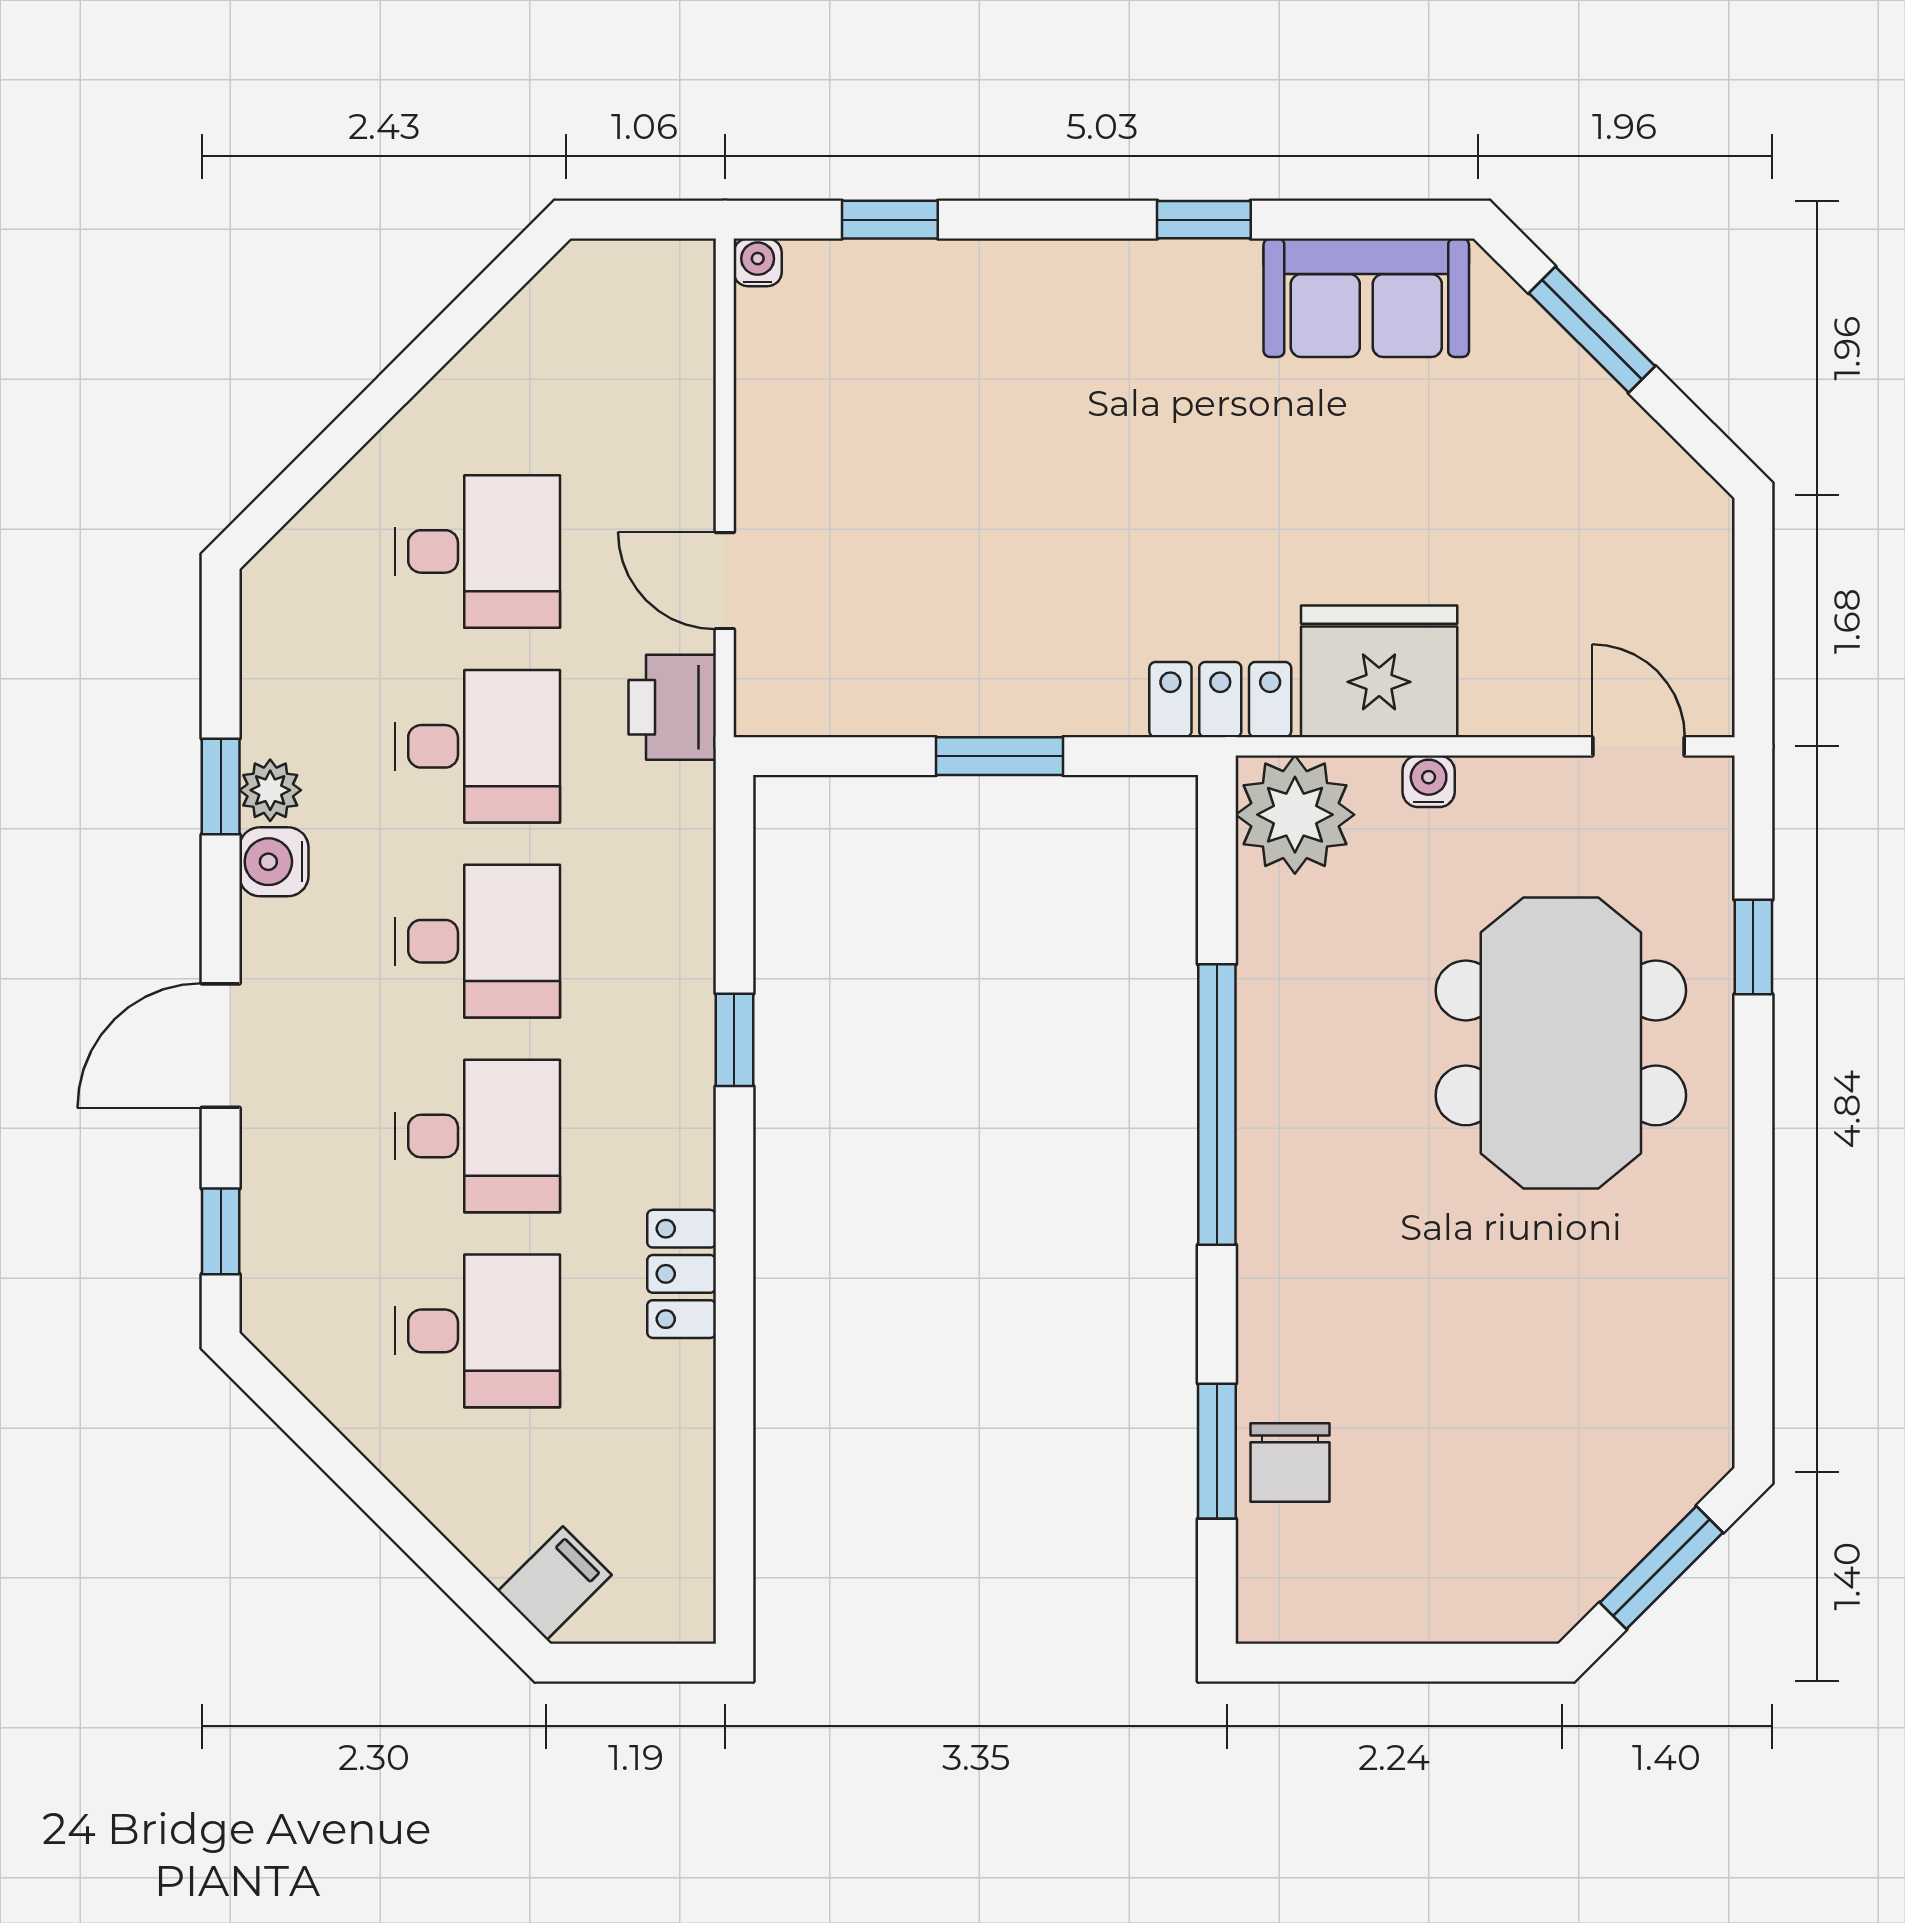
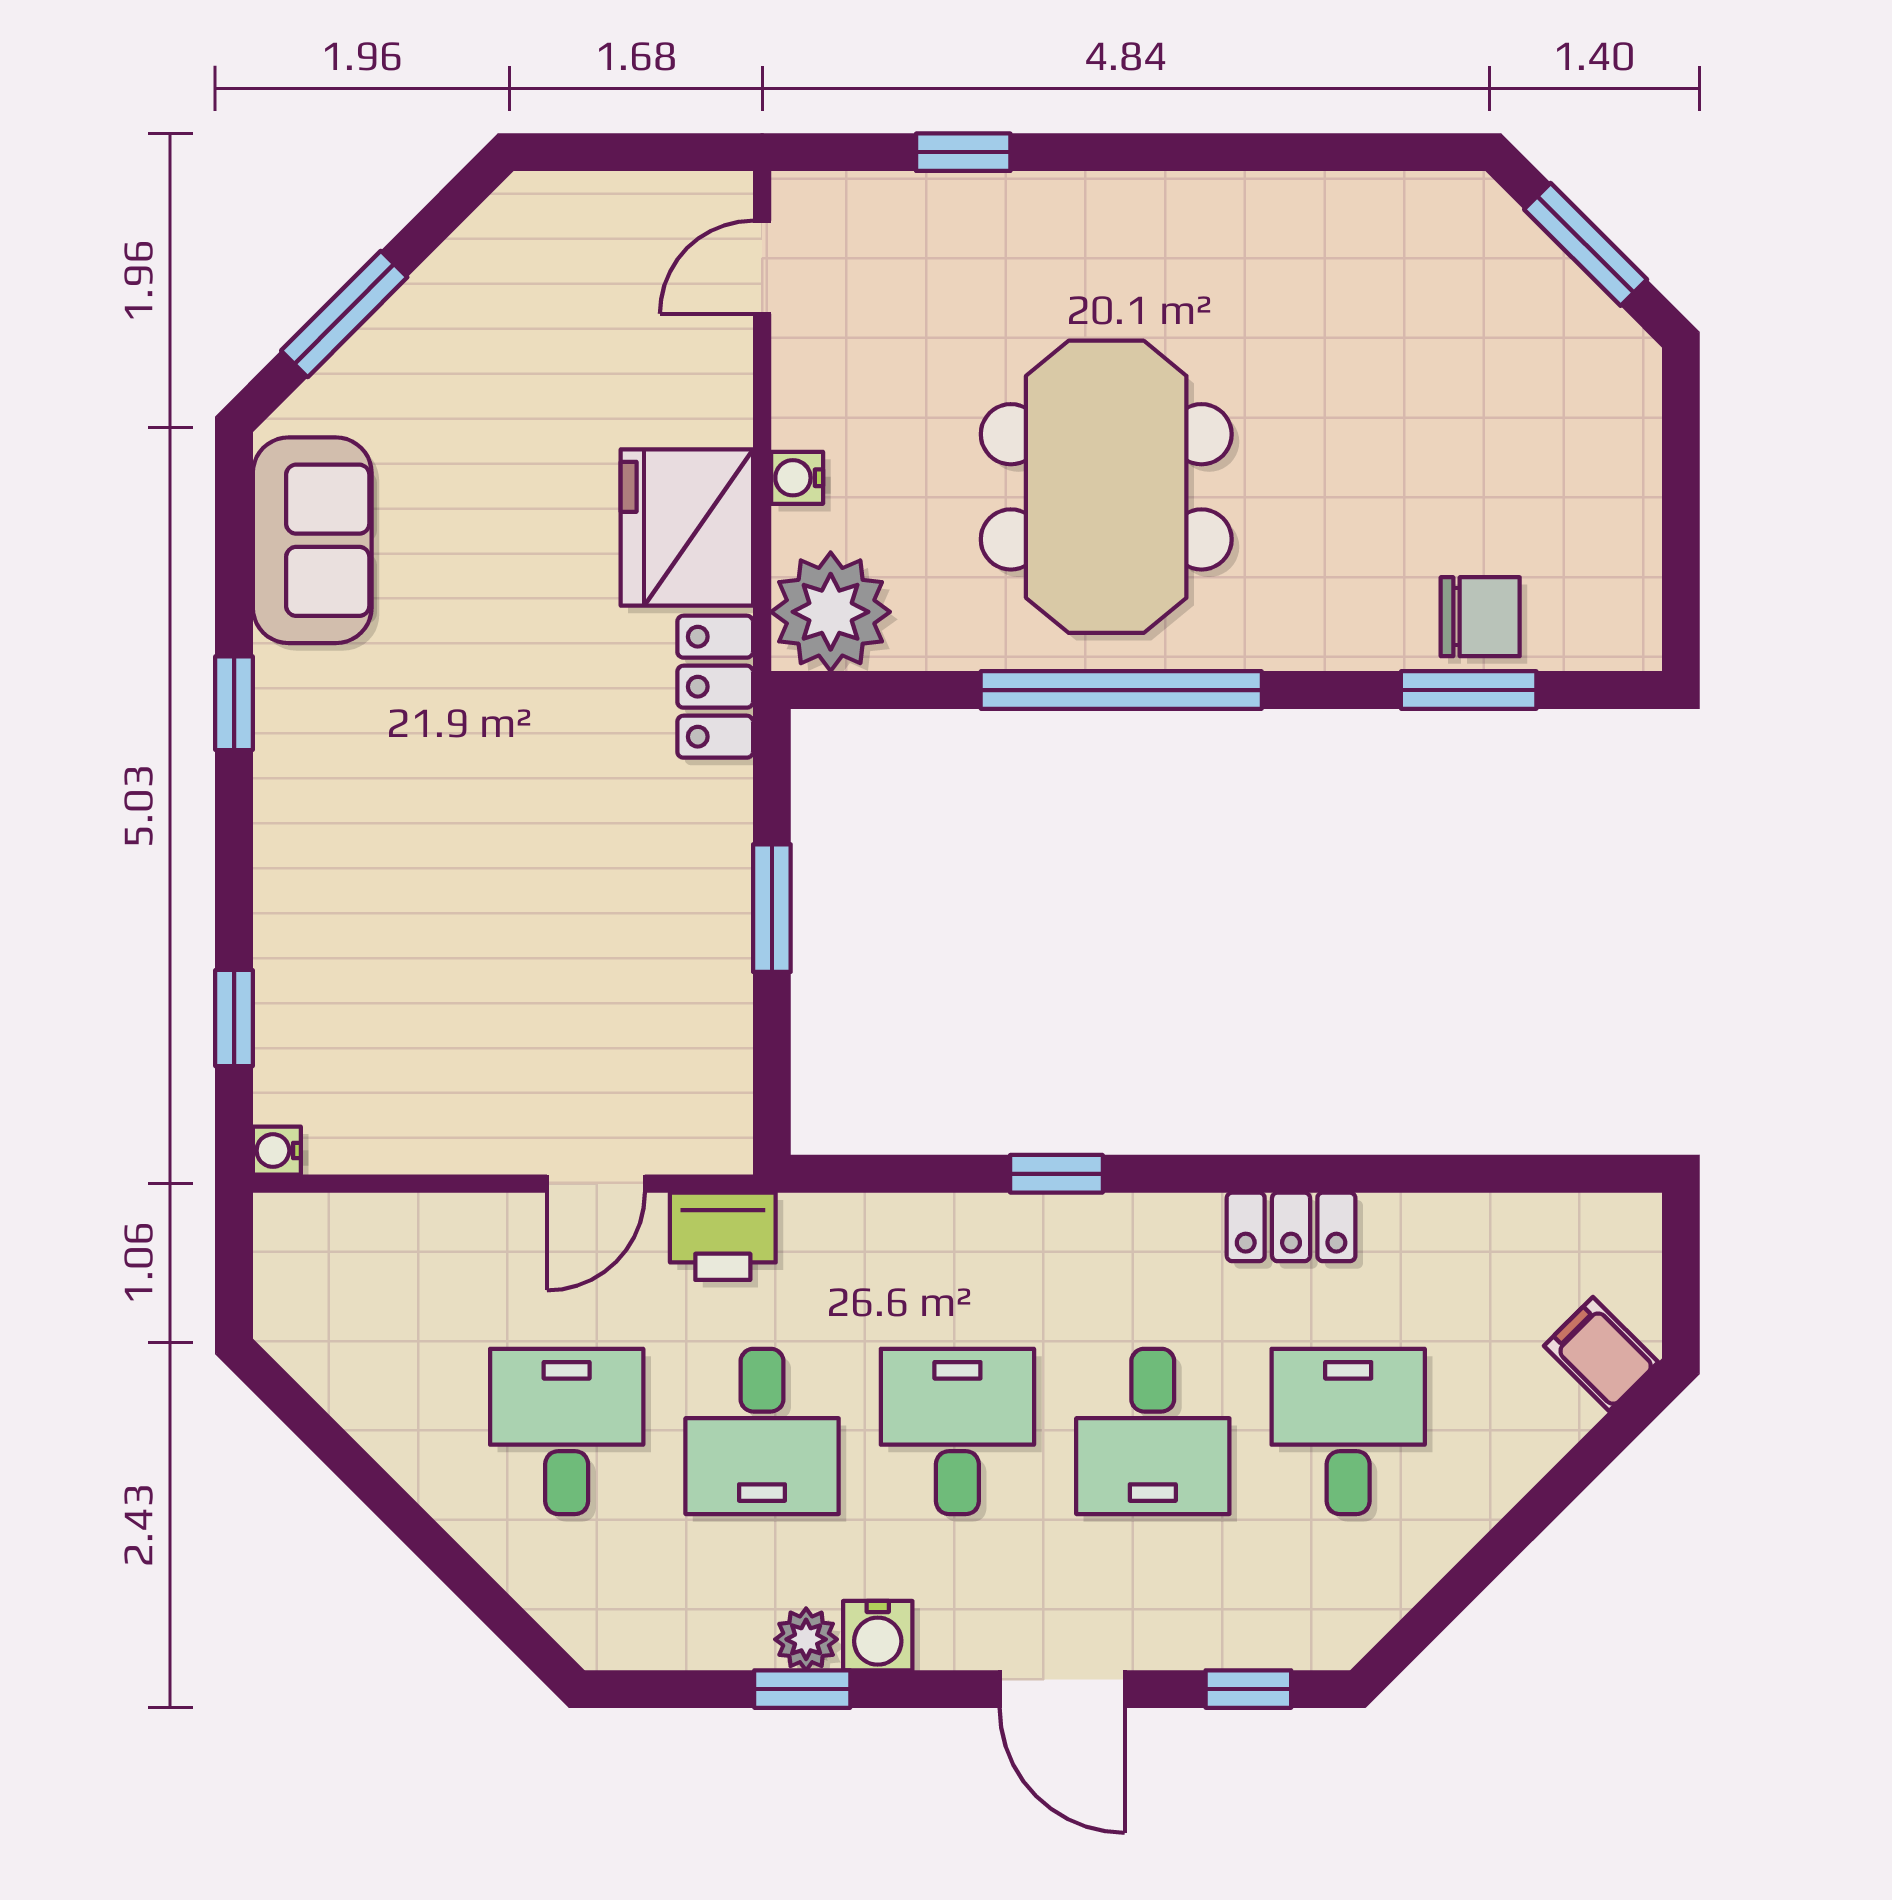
desk: (478, 746) -> (762, 1431), turned 180
meeting table: (1561, 1043) -> (1106, 487), moved, turned 90
desk: (478, 1136) -> (1153, 1431), turned 180

